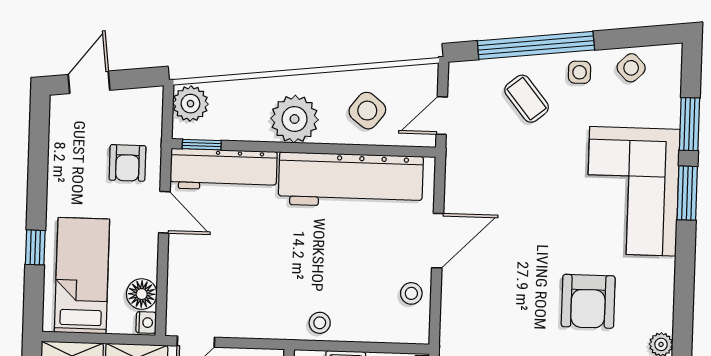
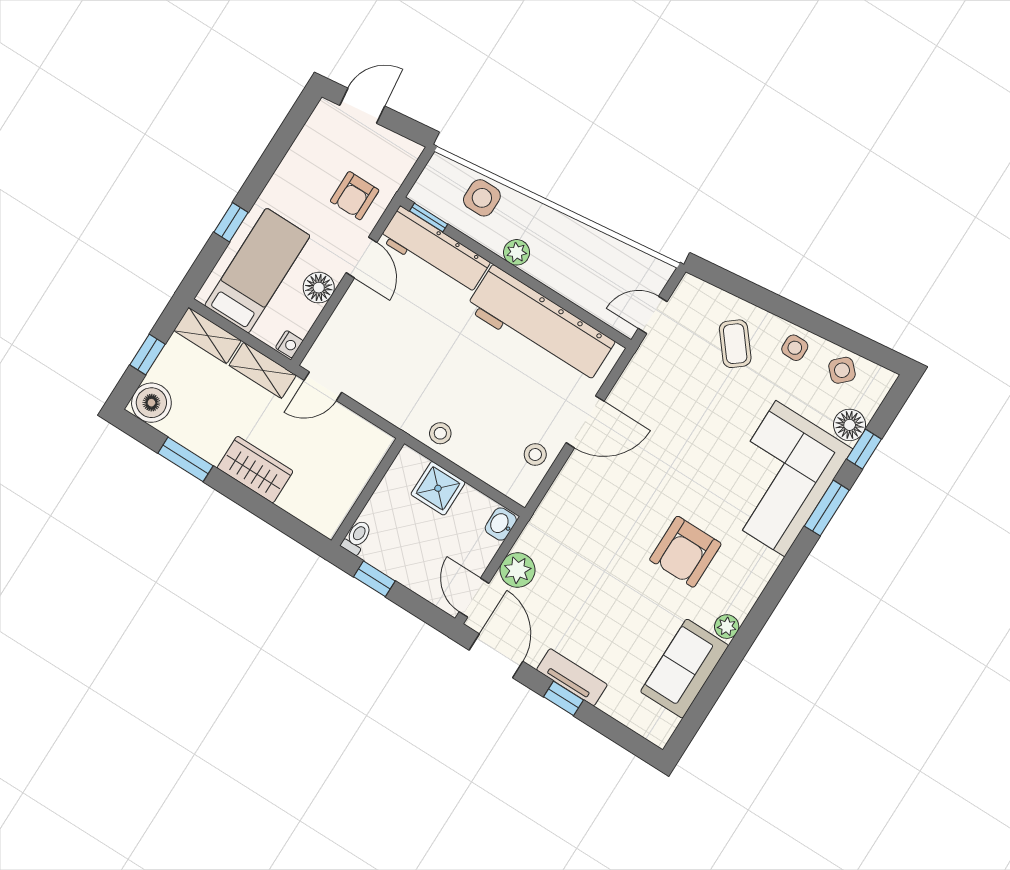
window: (536, 45) -> (771, 302), removed
plant: (190, 104) -> (440, 176), removed
side table: (367, 111) -> (482, 198), moved, turned -38
floor lamp: (665, 111) -> (850, 425), added
plant: (295, 119) -> (517, 252), width x0.53, depth x0.53
window: (689, 124) -> (864, 449), width x0.67
floor lamp: (142, 294) -> (319, 288), moved

